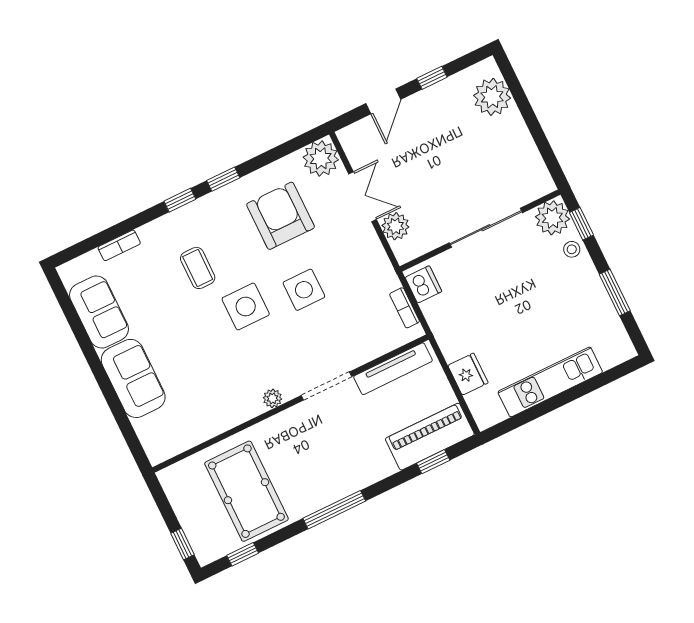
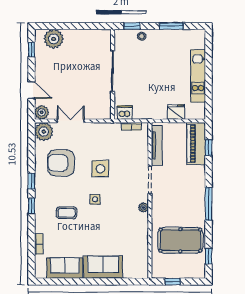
window: (432, 78) -> (31, 49), moved
plant: (552, 218) -> (123, 38), removed
plant: (395, 226) -> (42, 112), moved
side table: (246, 306) -> (95, 199), width x0.54, depth x0.54
window: (183, 544) -> (173, 282), moved

